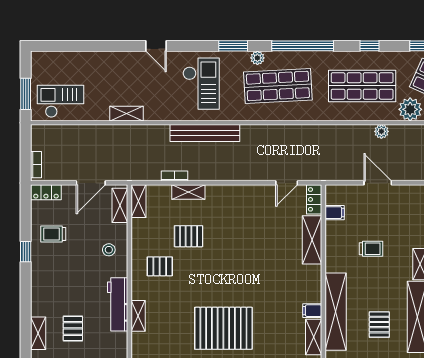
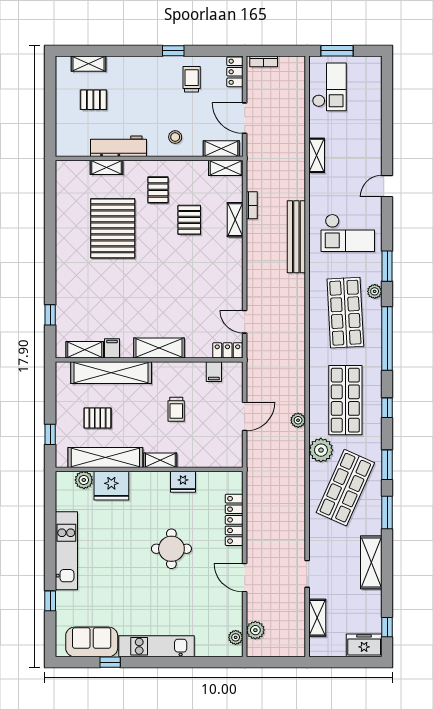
shelving: (312, 240) -> (159, 348), moved
pallet: (223, 328) -> (113, 228), moved

